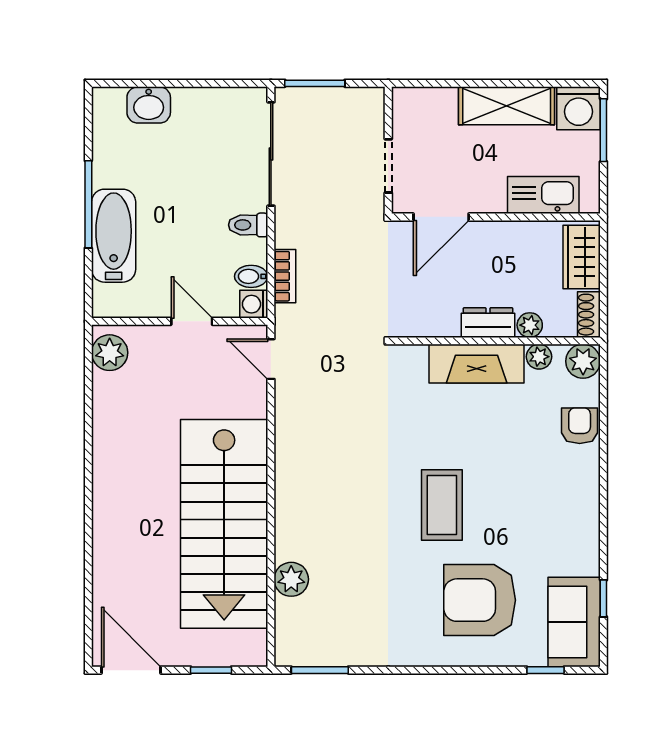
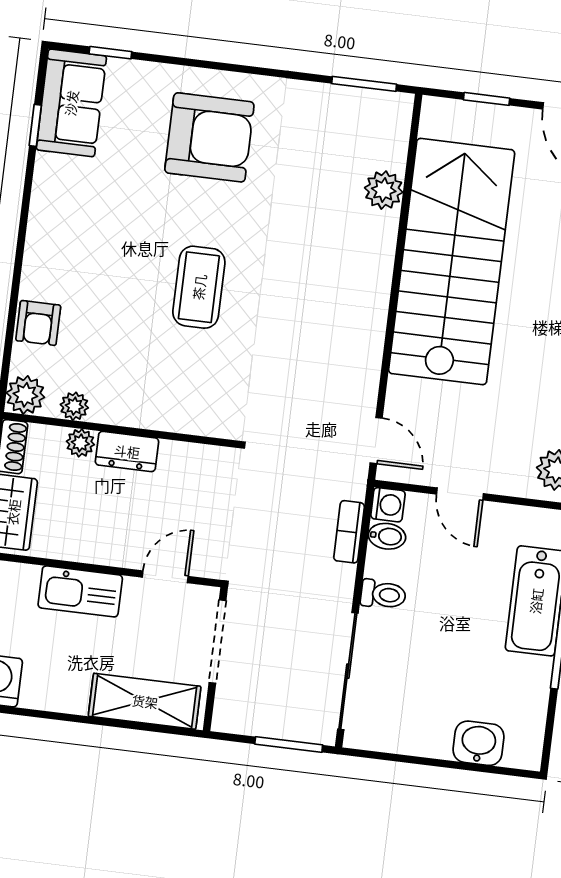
shelving: (507, 106) -> (145, 701), moved
doorway: (388, 166) -> (218, 642), width x1.38
kitchen sink: (543, 195) -> (80, 591), moved
door: (441, 217) -> (165, 577), width x0.73
fireplace: (477, 364) -> (145, 407), removed
coffee table: (442, 505) -> (199, 287), moved
armchair: (480, 600) -> (209, 137), moved

